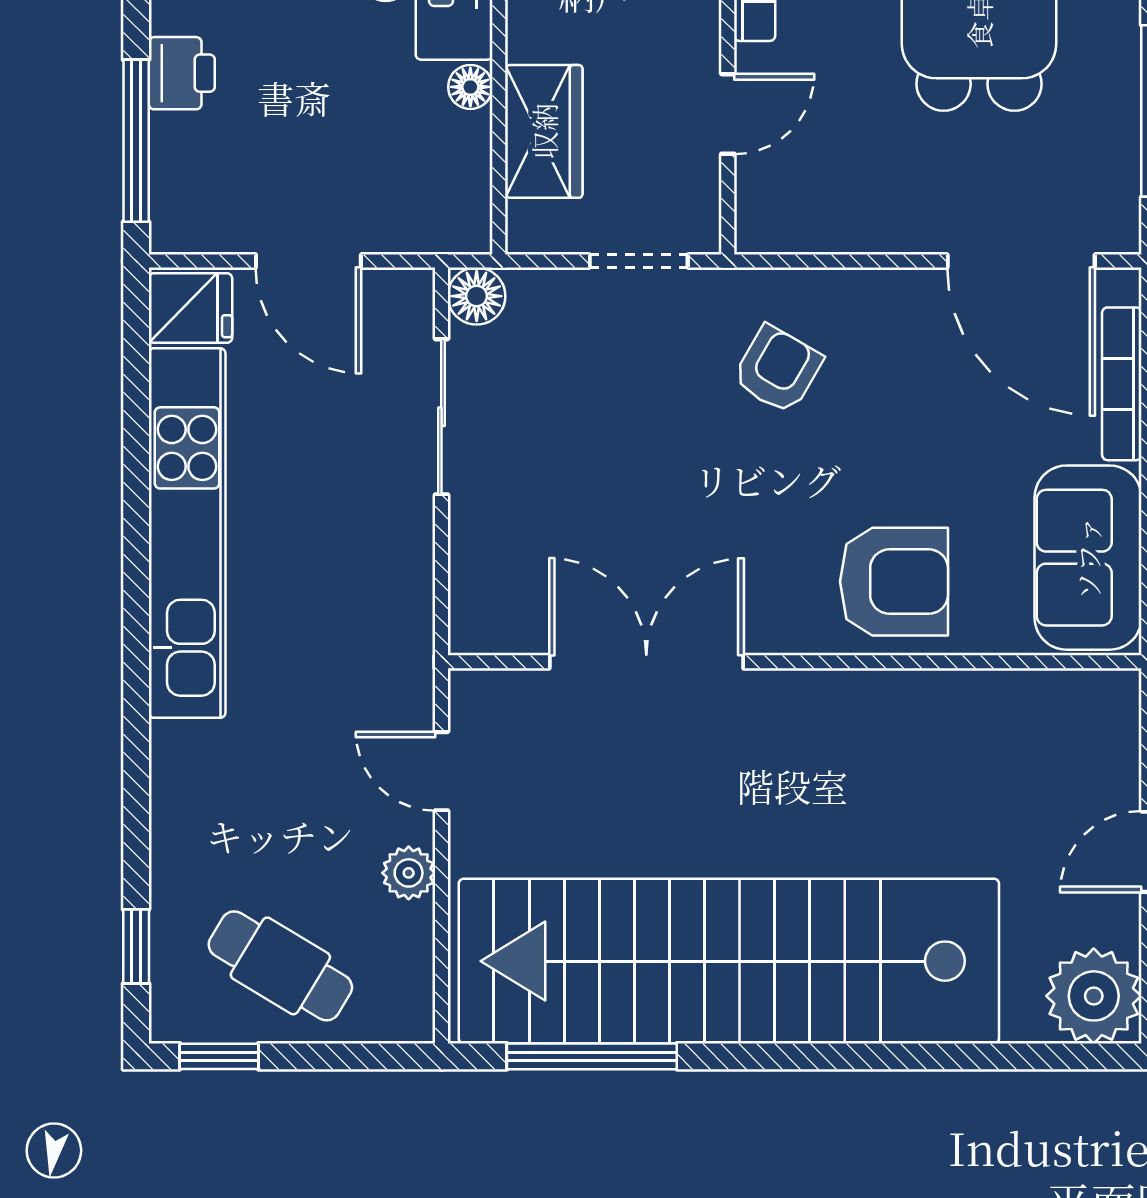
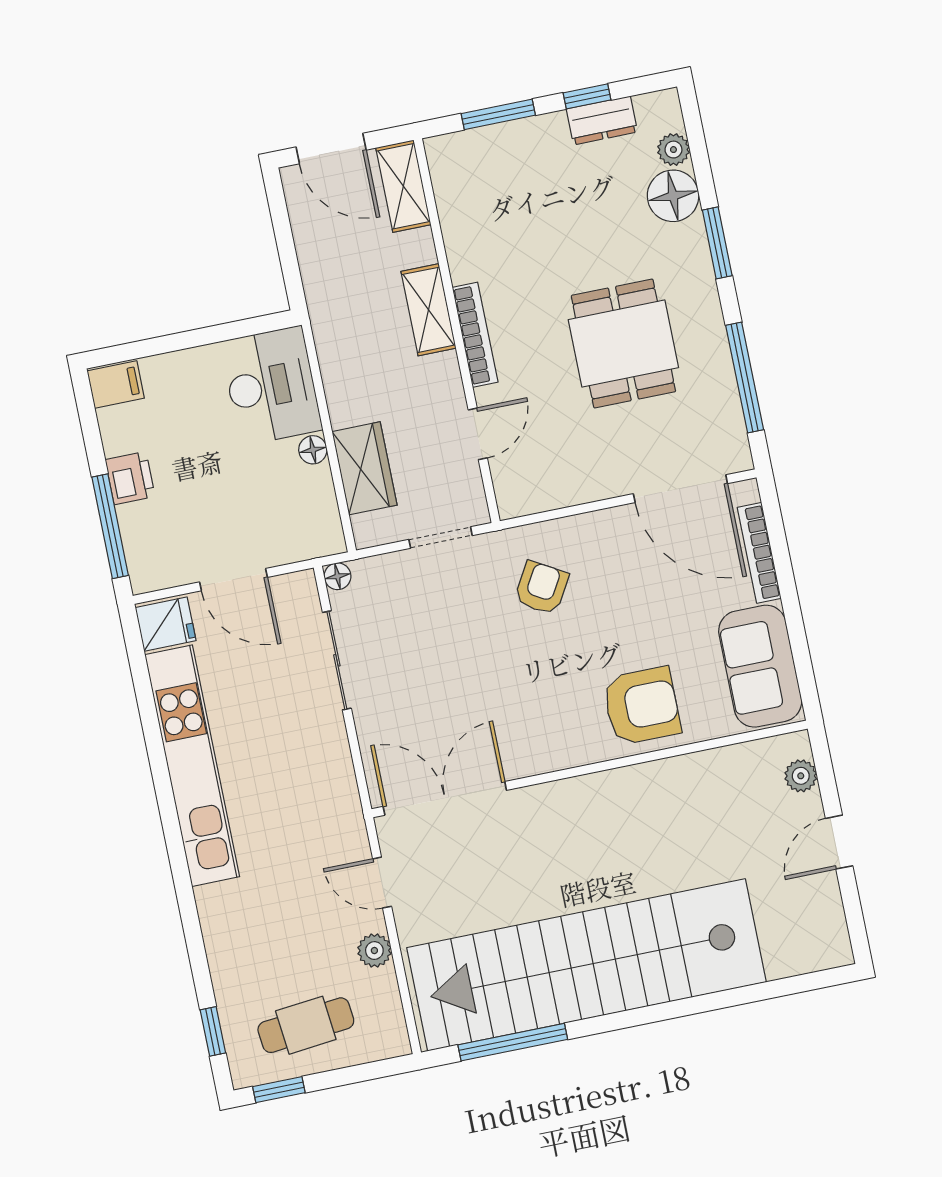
floor lamp: (477, 296) -> (338, 576), width x0.73, depth x0.73
double door: (646, 662) -> (445, 798), moved
cafe table: (280, 966) -> (306, 1025), turned -37
plant: (1094, 996) -> (801, 776), moved, width x0.53, depth x0.53

